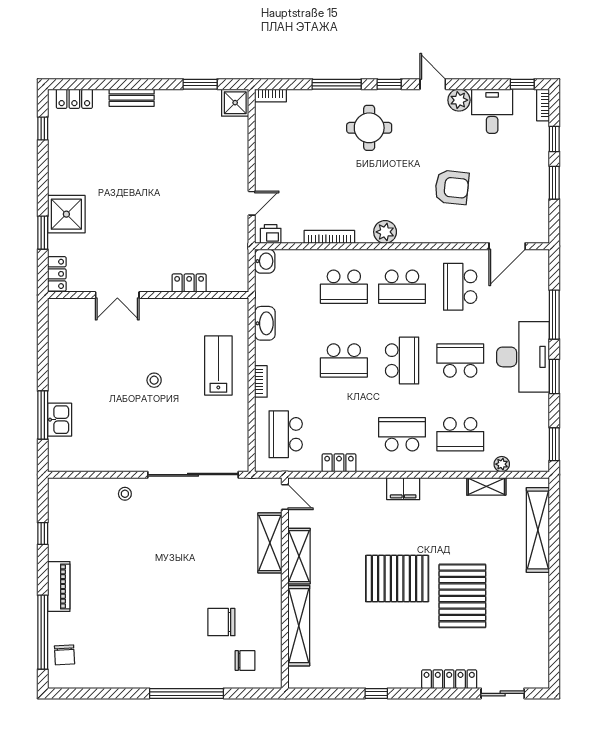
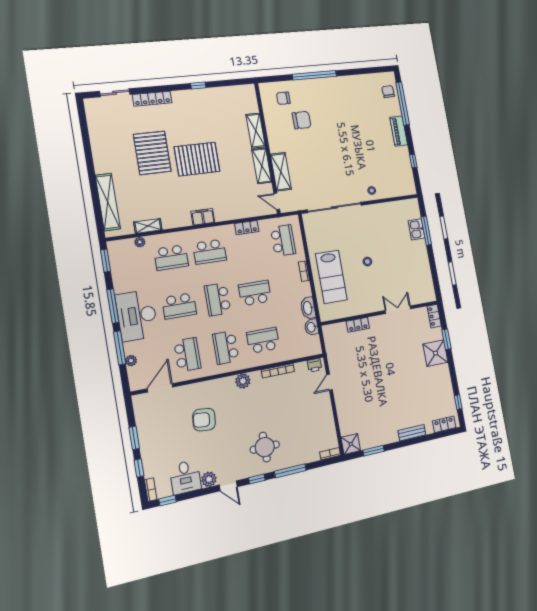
washbasin: (265, 261) -> (312, 327), moved
school desk: (402, 287) -> (226, 347), turned -90
plant: (541, 293) -> (131, 361), added
lab bench: (218, 366) -> (331, 277), width x1.36, depth x1.39
window: (554, 376) -> (113, 306), width x1.44
school desk: (460, 434) -> (171, 257), turned 180
shelving: (299, 626) -> (256, 131), width x0.68

